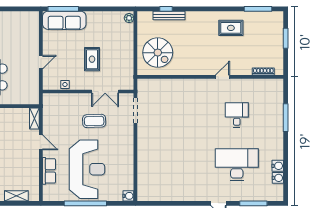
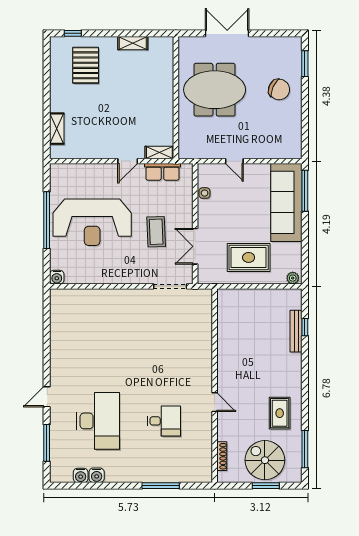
sofa: (64, 20) -> (286, 202), width x1.36, depth x1.27
spiral stairs: (158, 53) -> (265, 460), moved, turned 90
rug: (92, 59) -> (249, 257), moved, width x1.36, depth x1.43
row of seats: (49, 171) -> (162, 172), moved

